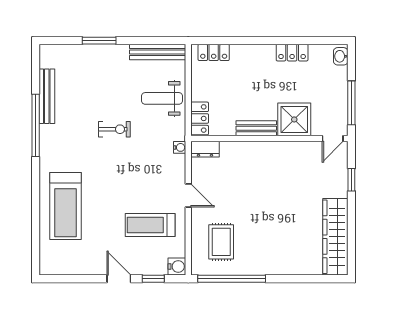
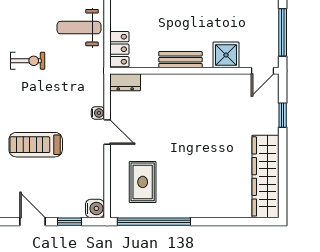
shower: (294, 119) -> (226, 55), width x0.73, depth x0.73
water cooler: (180, 147) -> (98, 113), moved
treadmill: (150, 225) -> (36, 145), moved

